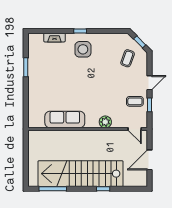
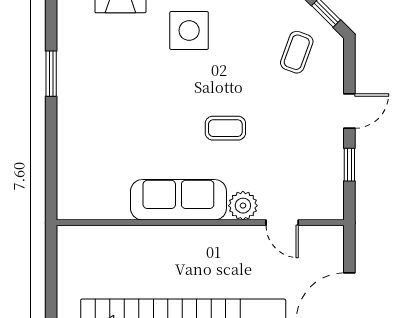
coffee table: (135, 101) -> (225, 128), moved
sofa: (65, 119) -> (178, 200), moved
door: (135, 129) -> (282, 223), moved

